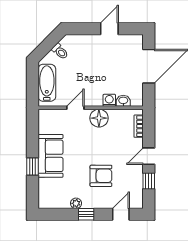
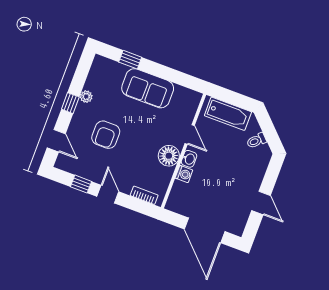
washbasin: (123, 101) -> (189, 159), moved
window: (32, 167) -> (130, 60), moved

